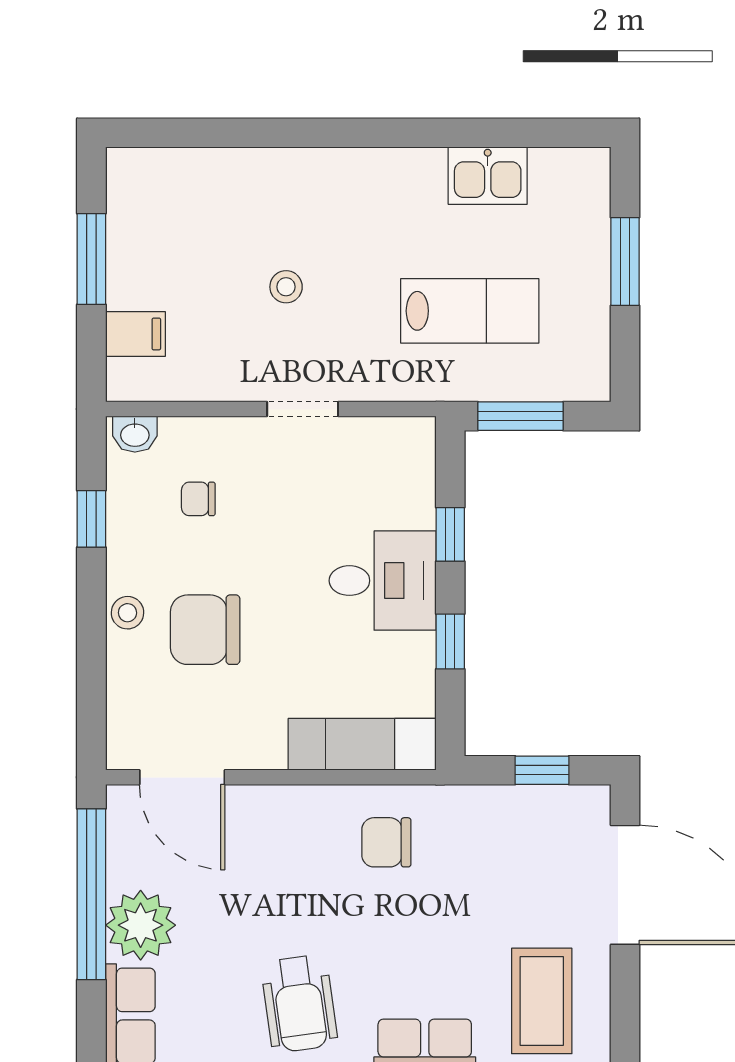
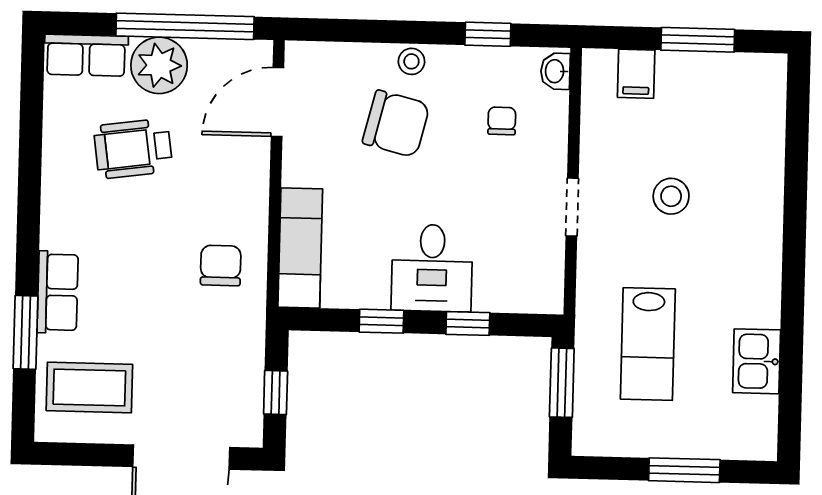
stool: (286, 287) -> (671, 196), width x1.37, depth x1.37
chair: (205, 630) -> (396, 124), turned 104
wheelchair: (299, 1004) -> (133, 149), moved

